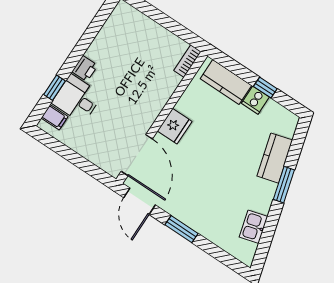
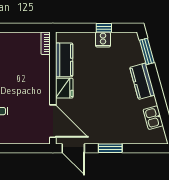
kitchen counter: (226, 82) -> (64, 60), moved, turned -90
kitchen counter: (275, 158) -> (142, 81), moved
window: (284, 185) -> (147, 51), moved

